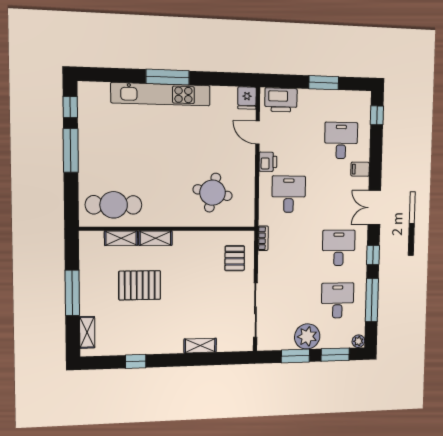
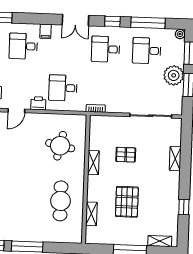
cafe table: (114, 205) -> (61, 201), moved
shelving: (155, 238) -> (93, 163), moved
pallet: (235, 258) -> (126, 155), moved

